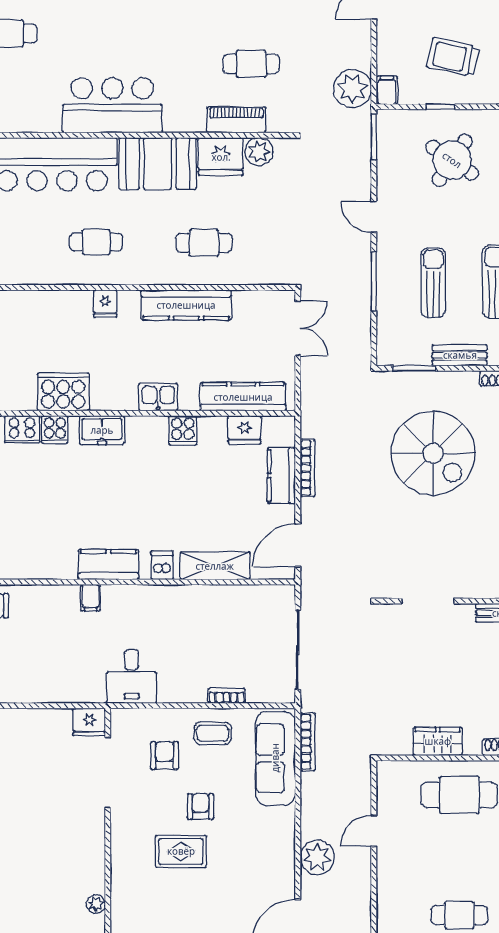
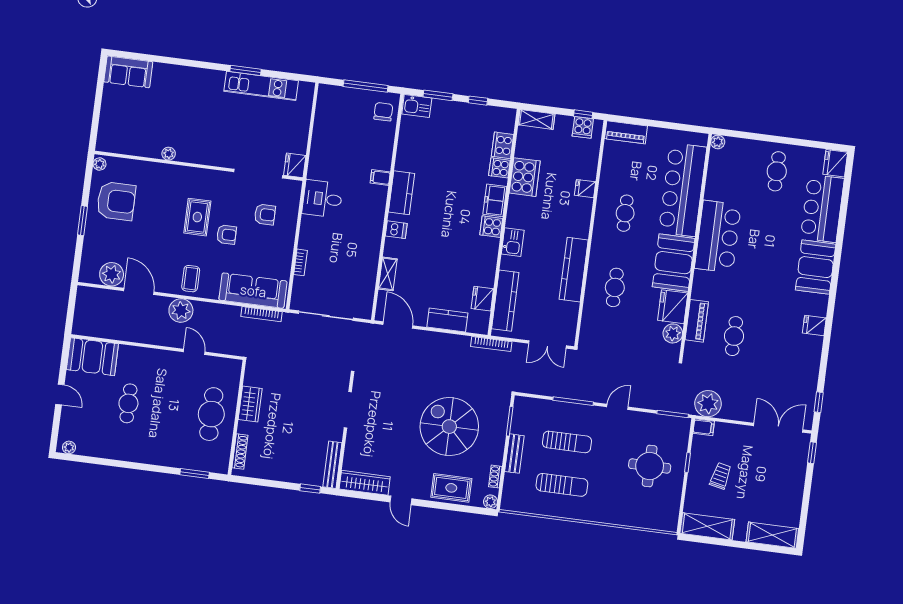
trolley: (453, 57) -> (721, 476), width x0.73, depth x0.72
round table: (452, 160) -> (650, 466), turned -34
fridge: (105, 304) -> (585, 189), moved
cooker: (183, 430) -> (491, 227), moved
spiral stairs: (433, 453) -> (449, 427), turned 90
bookcase: (308, 468) -> (491, 344), moved
shelving: (215, 566) -> (388, 274), width x0.67, depth x0.75
coffee table: (213, 733) -> (191, 279), moved

